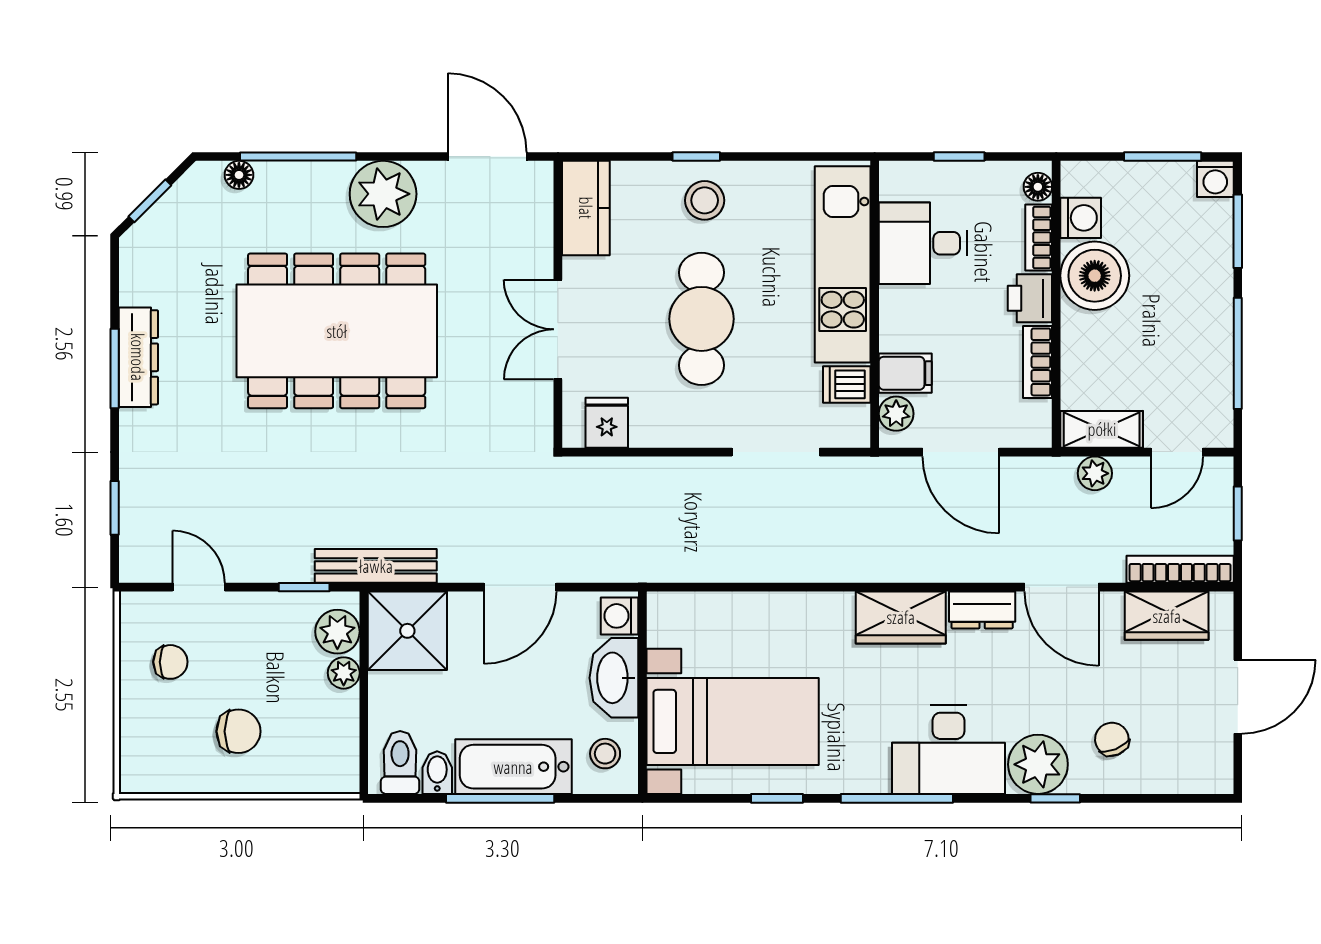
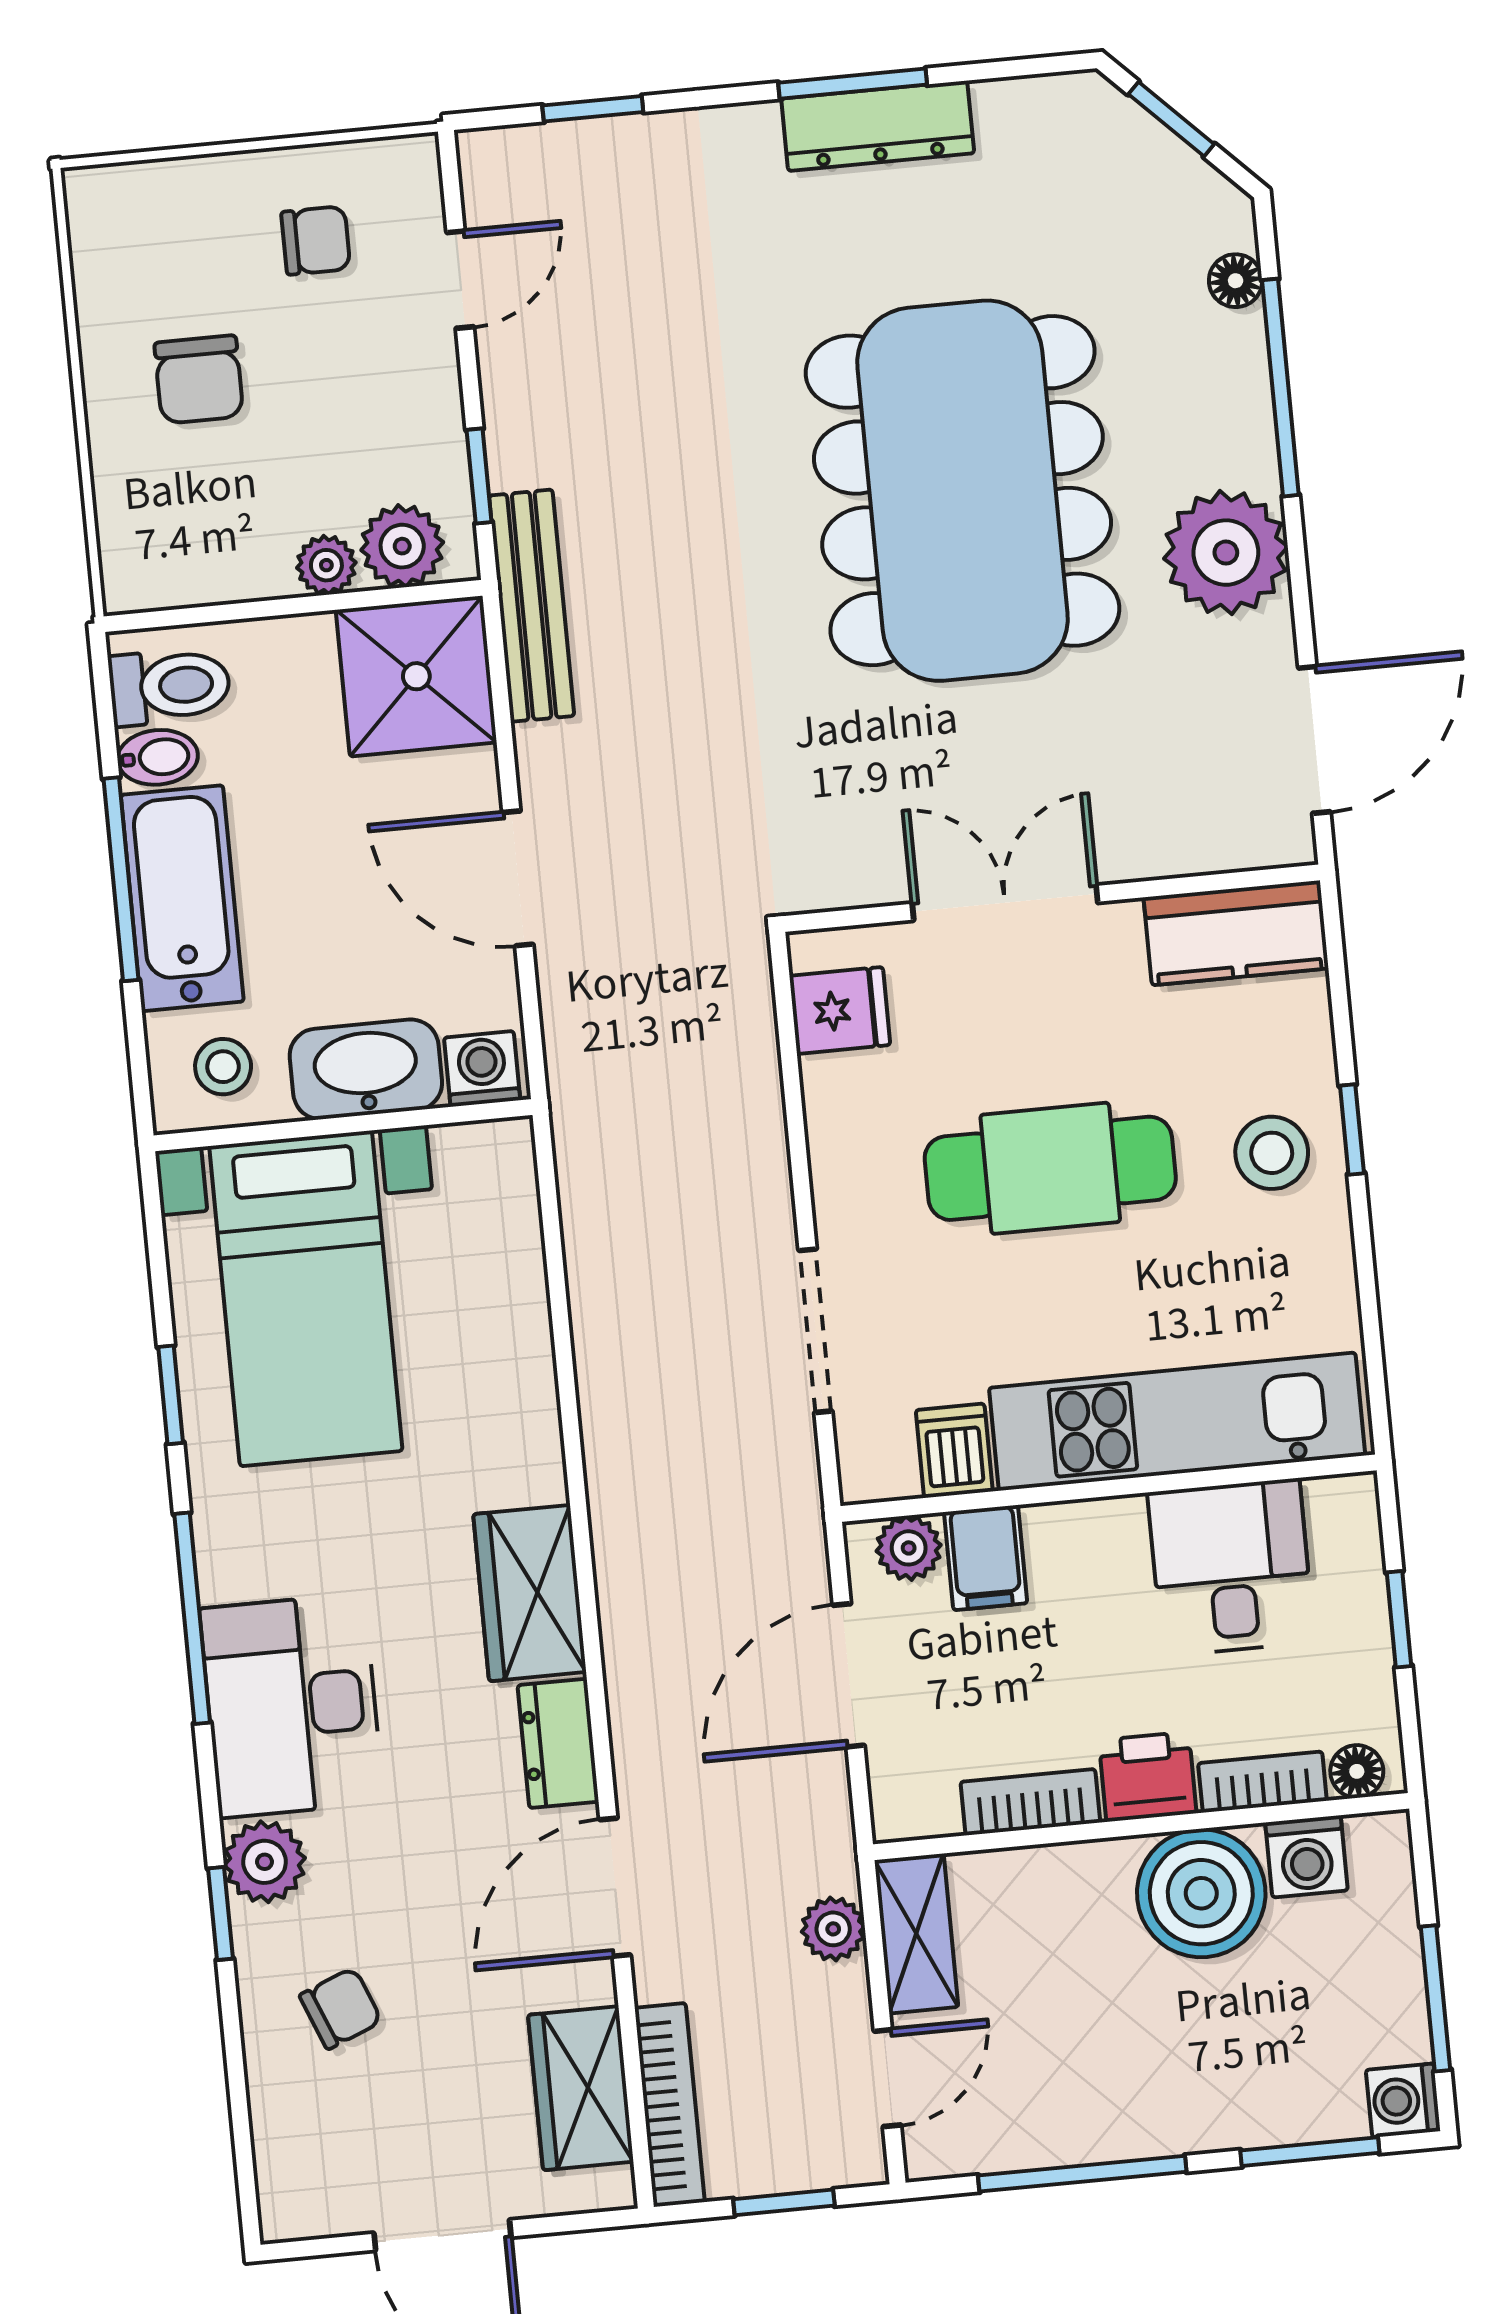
door: (1177, 452) -> (887, 2078), swing flipped
chair: (170, 662) -> (316, 240), turned -90
plant: (1038, 764) -> (265, 1862), width x0.73, depth x0.73

